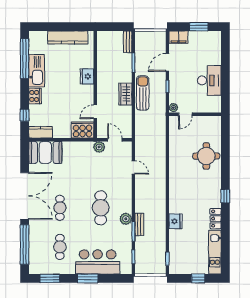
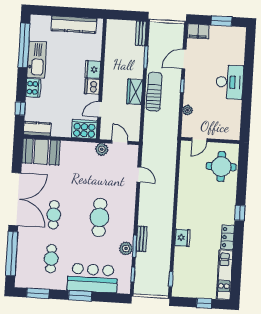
dishwasher: (87, 92) -> (92, 87), added
door: (185, 114) -> (199, 140), moved
wall: (195, 114) -> (210, 140), moved
plant: (126, 219) -> (126, 248), moved

